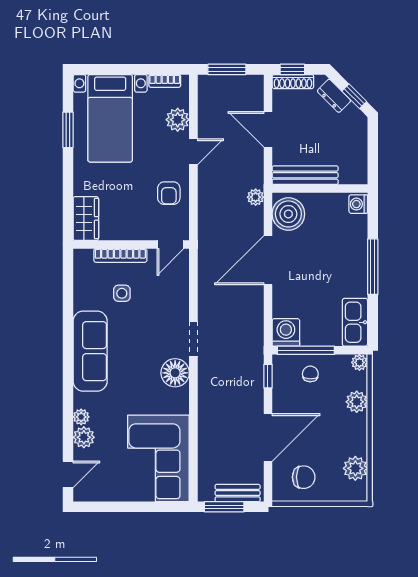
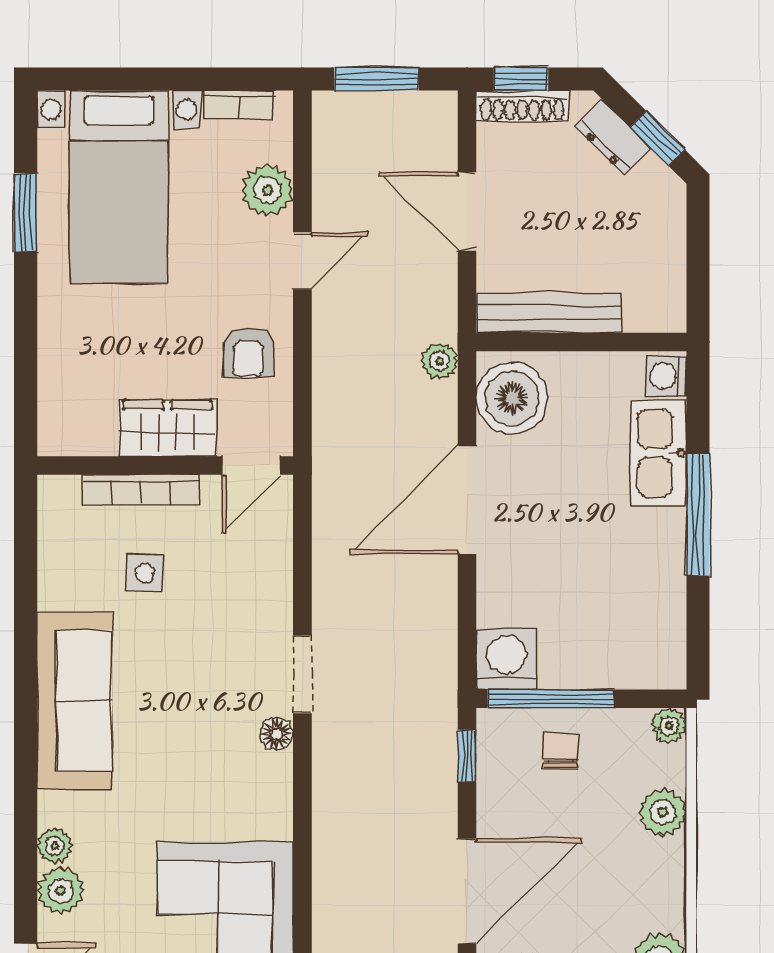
wardrobe: (86, 218) -> (167, 428), moved, turned -90
kitchen sink: (355, 322) -> (659, 453), moved
floor lamp: (175, 373) -> (277, 734), width x0.53, depth x0.53

